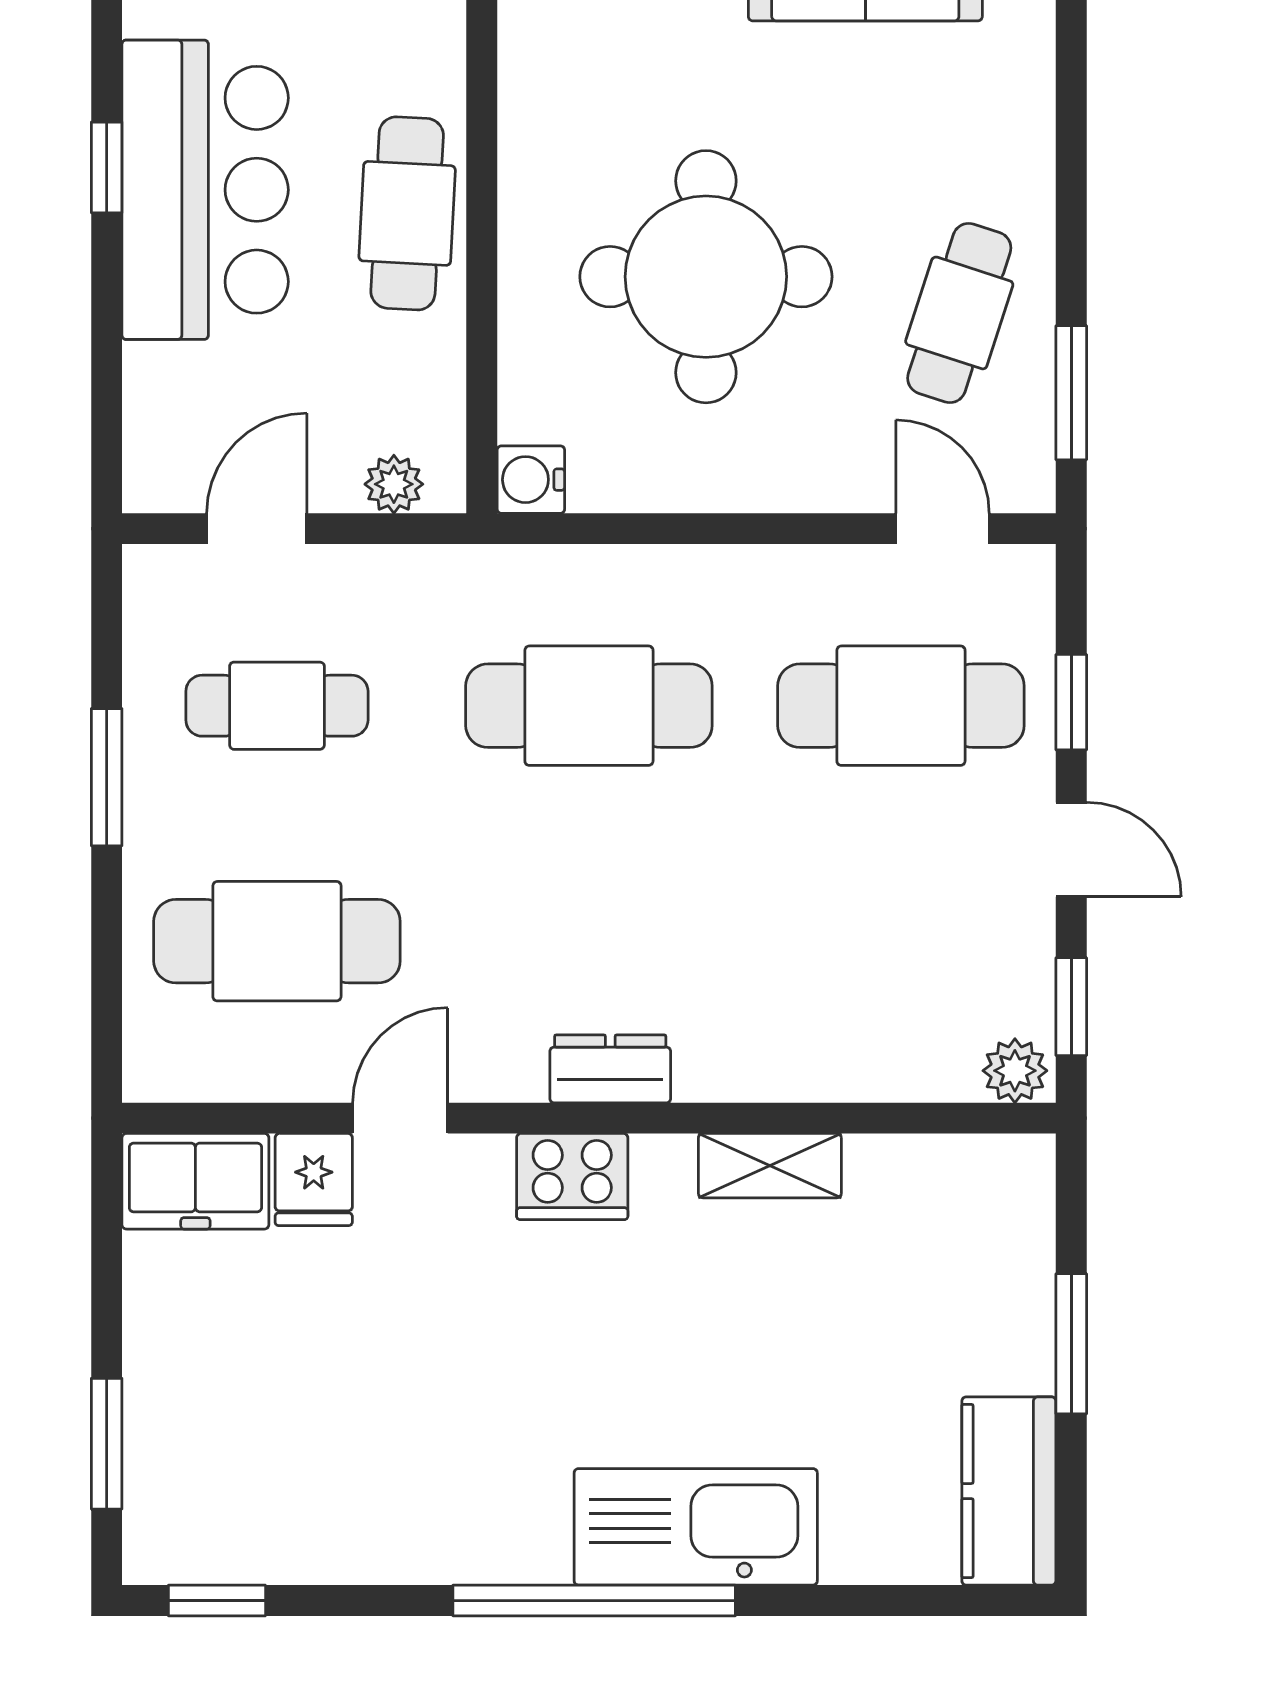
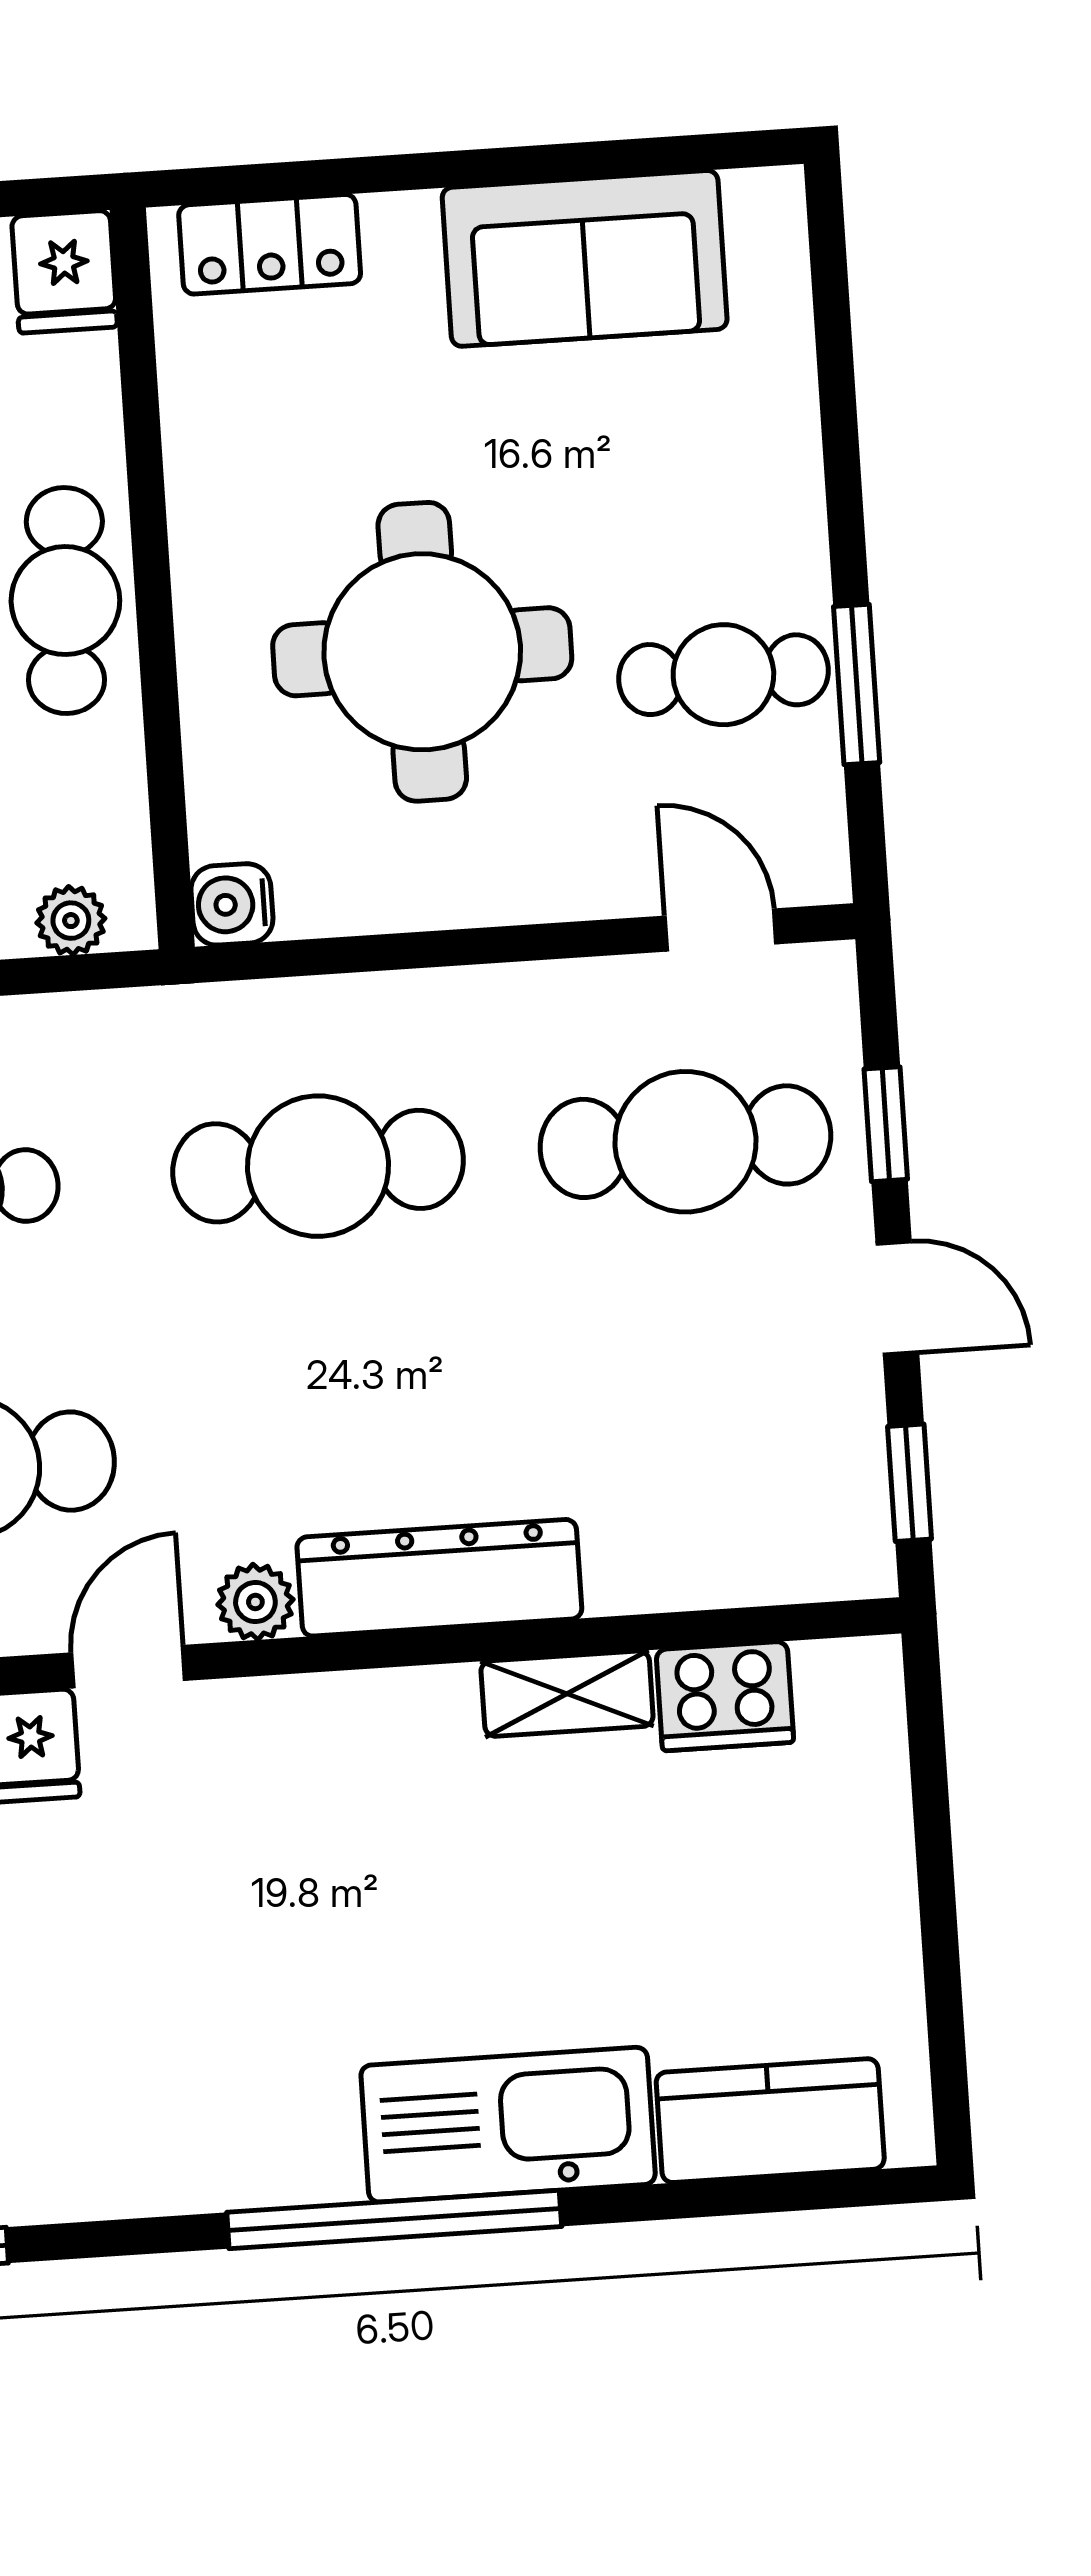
cafe table: (959, 313) -> (723, 675), turned 72
window: (1071, 393) -> (857, 684), moved
dresser: (610, 1069) -> (439, 1578), width x1.96, depth x1.24
plant: (1015, 1071) -> (255, 1602), moved
cooker: (572, 1177) -> (725, 1696), moved
window: (1071, 1344) -> (936, 1880), removed
kitchen counter: (1009, 1491) -> (770, 2121), moved, turned 90

